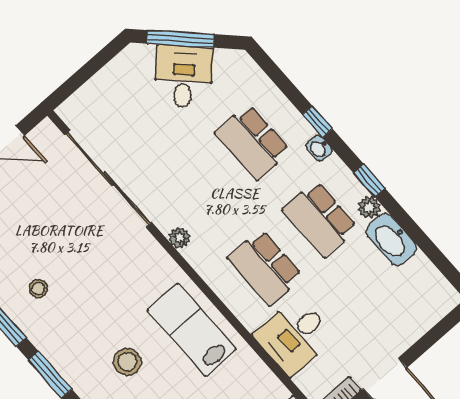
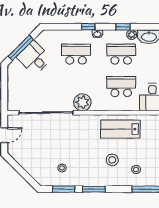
school desk: (253, 142) -> (76, 54), turned 180
school desk: (320, 219) -> (121, 54), turned 180
plant: (179, 238) -> (82, 102), width x1.88, depth x1.88
school desk: (265, 267) -> (121, 87), turned 180

